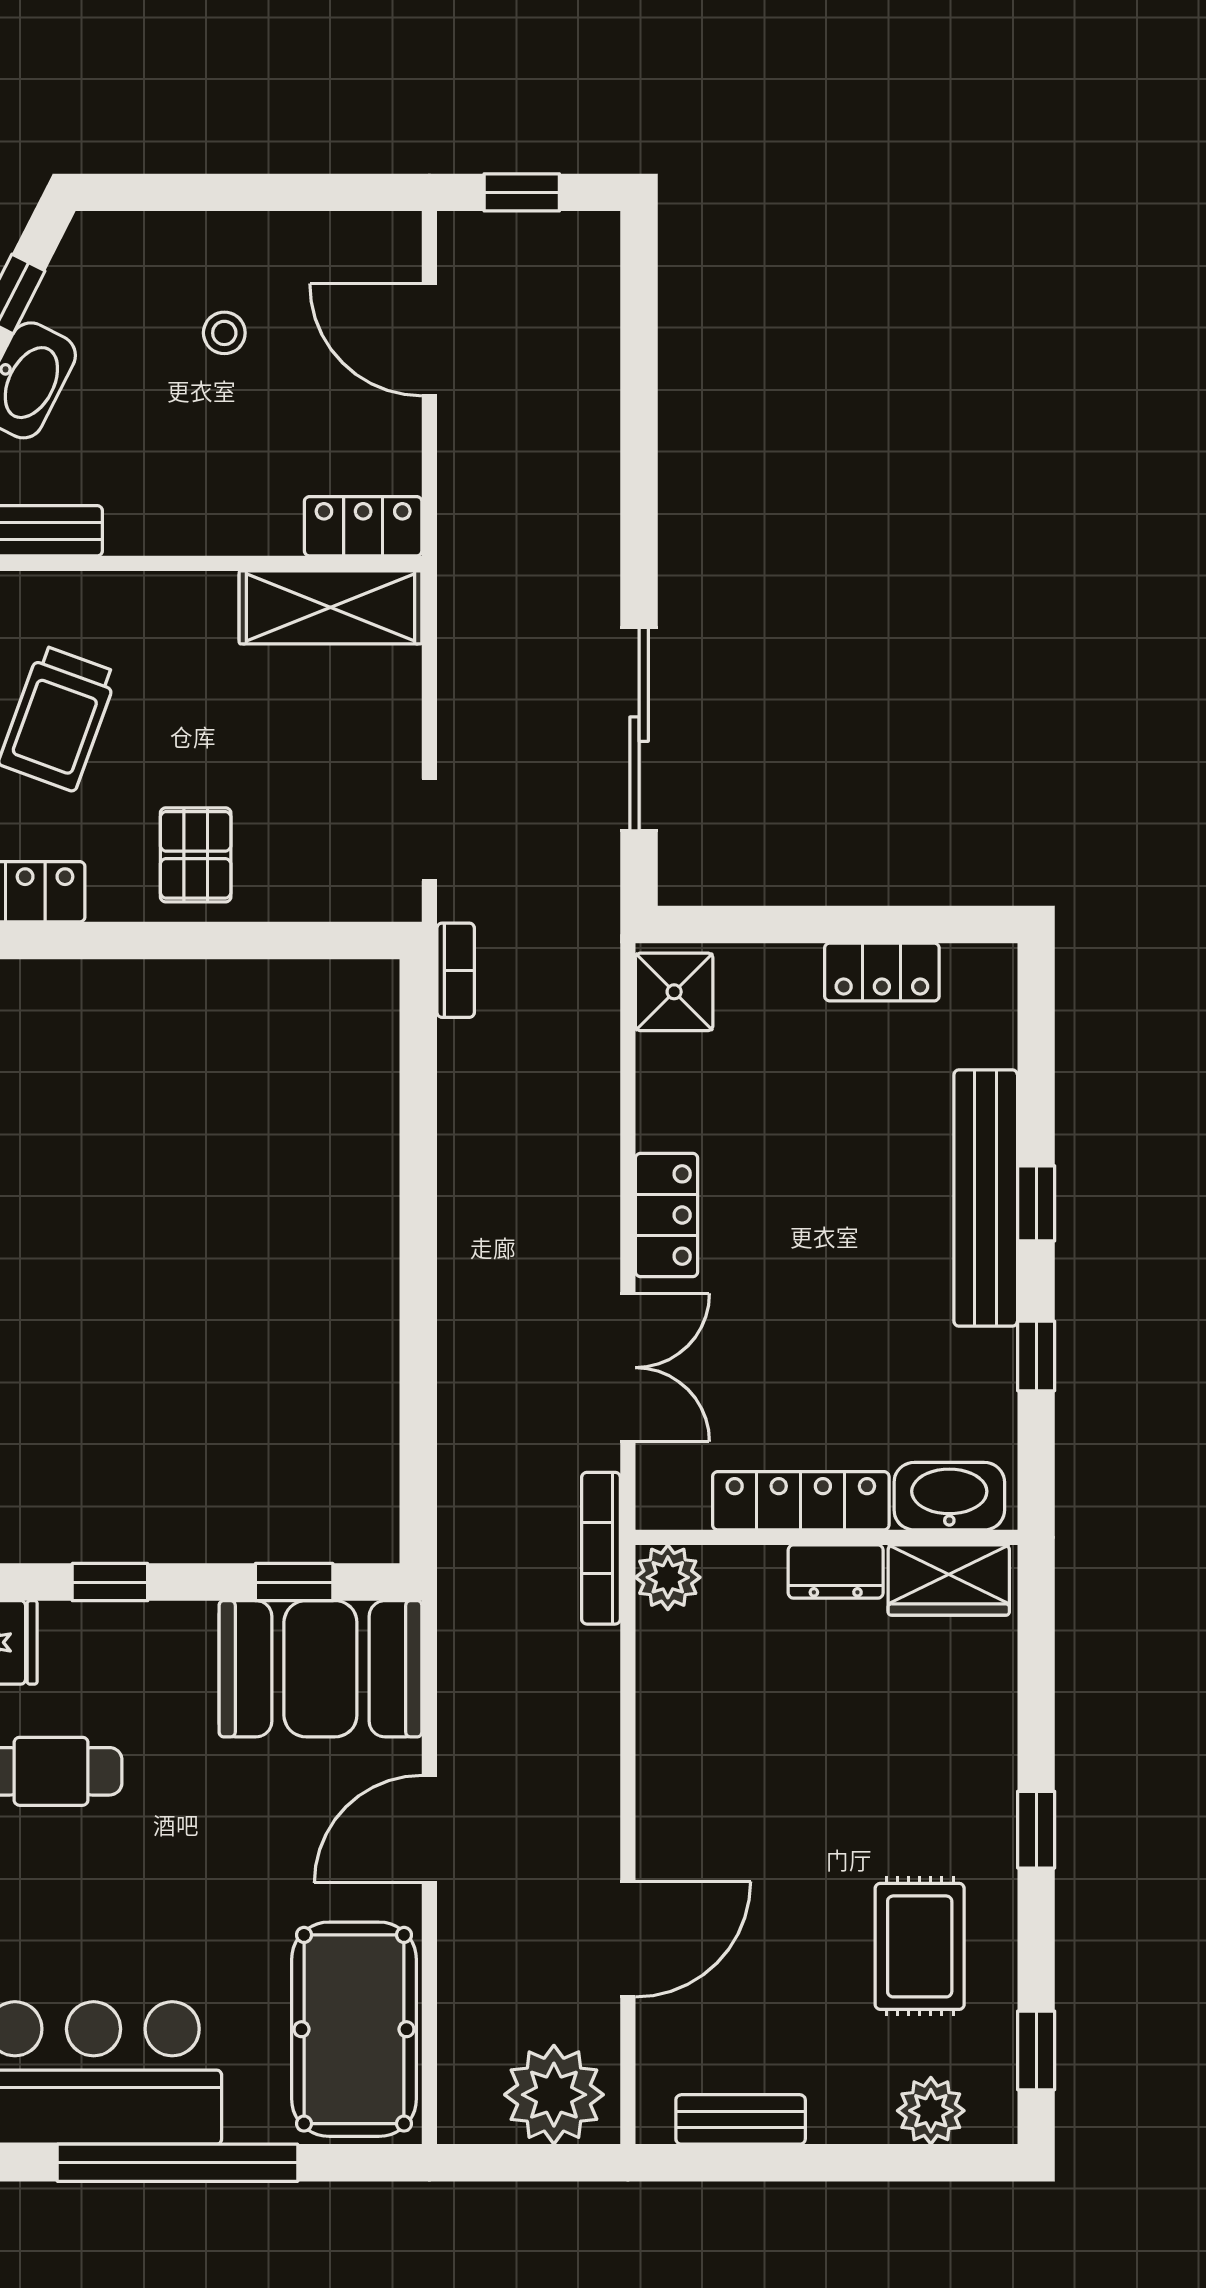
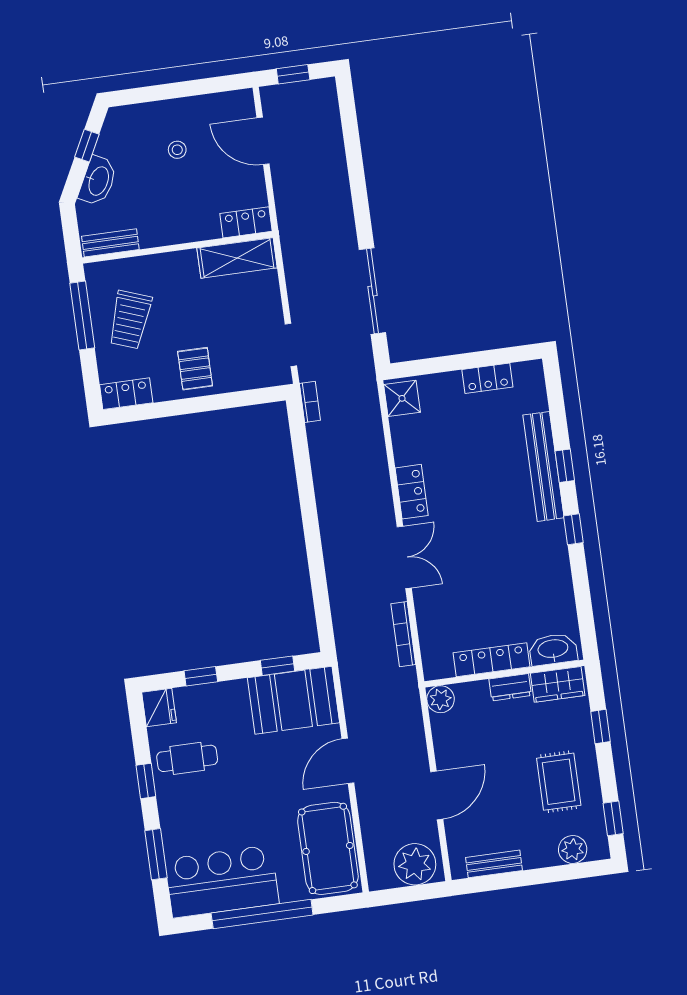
washbasin: (949, 1496) -> (553, 649), moved
locker: (801, 1501) -> (492, 660), moved
wall: (826, 1537) -> (504, 674), moved
dresser: (836, 1572) -> (510, 687), moved
plant: (668, 1577) -> (441, 699), moved
wardrobe: (949, 1580) -> (558, 684), moved

